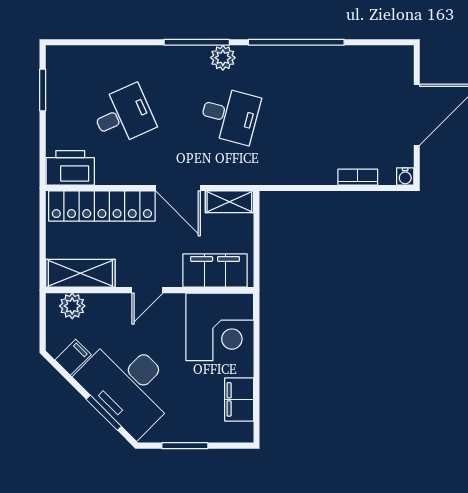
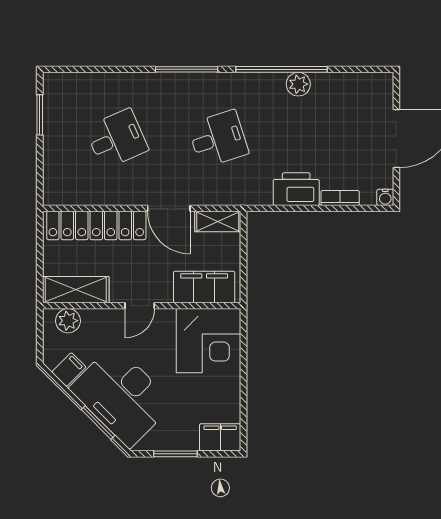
plant: (223, 58) -> (298, 84), moved
desk: (230, 115) -> (218, 139), turned -33
printer: (70, 168) -> (296, 189), moved
filing cabinet: (239, 399) -> (220, 437), moved, turned 90

